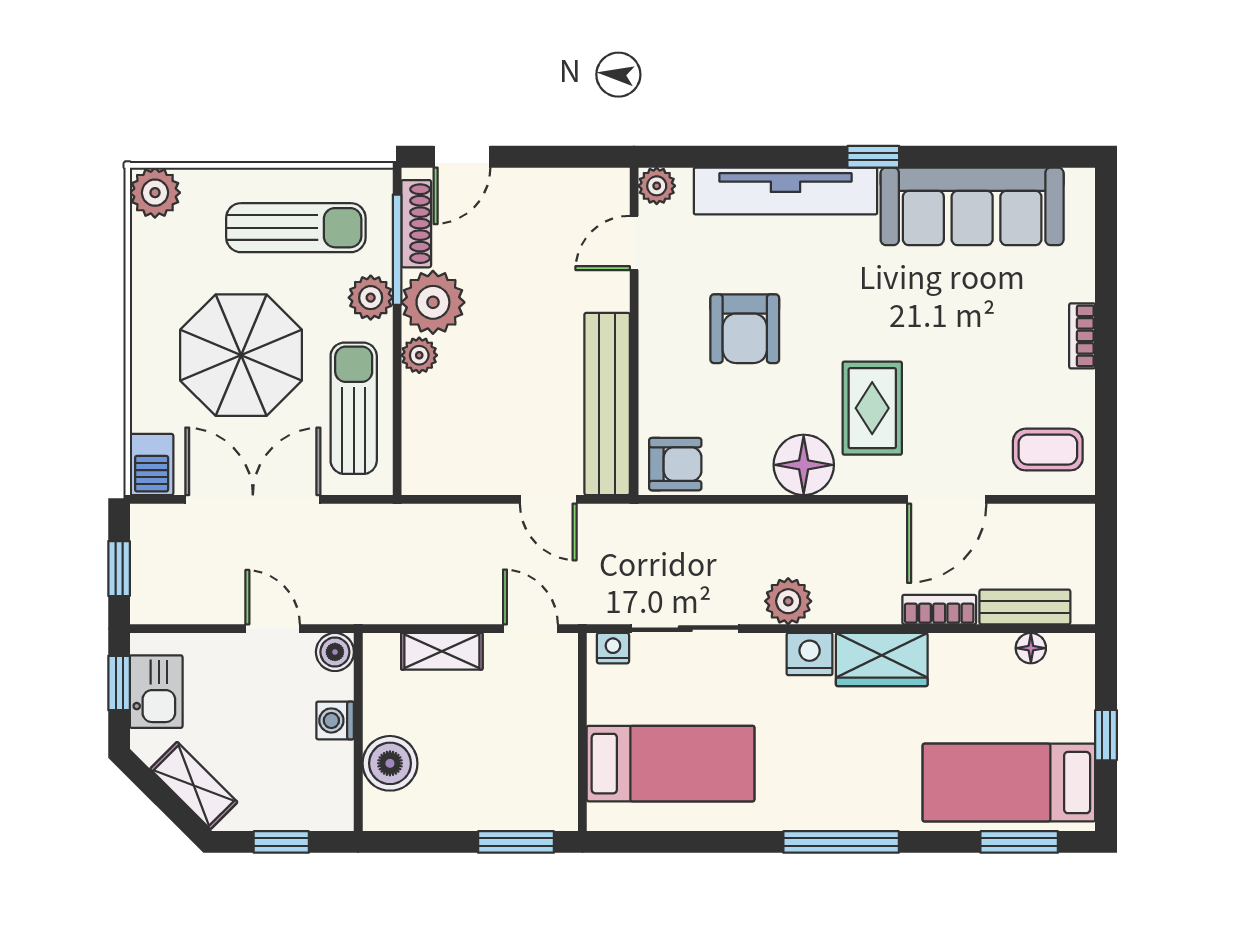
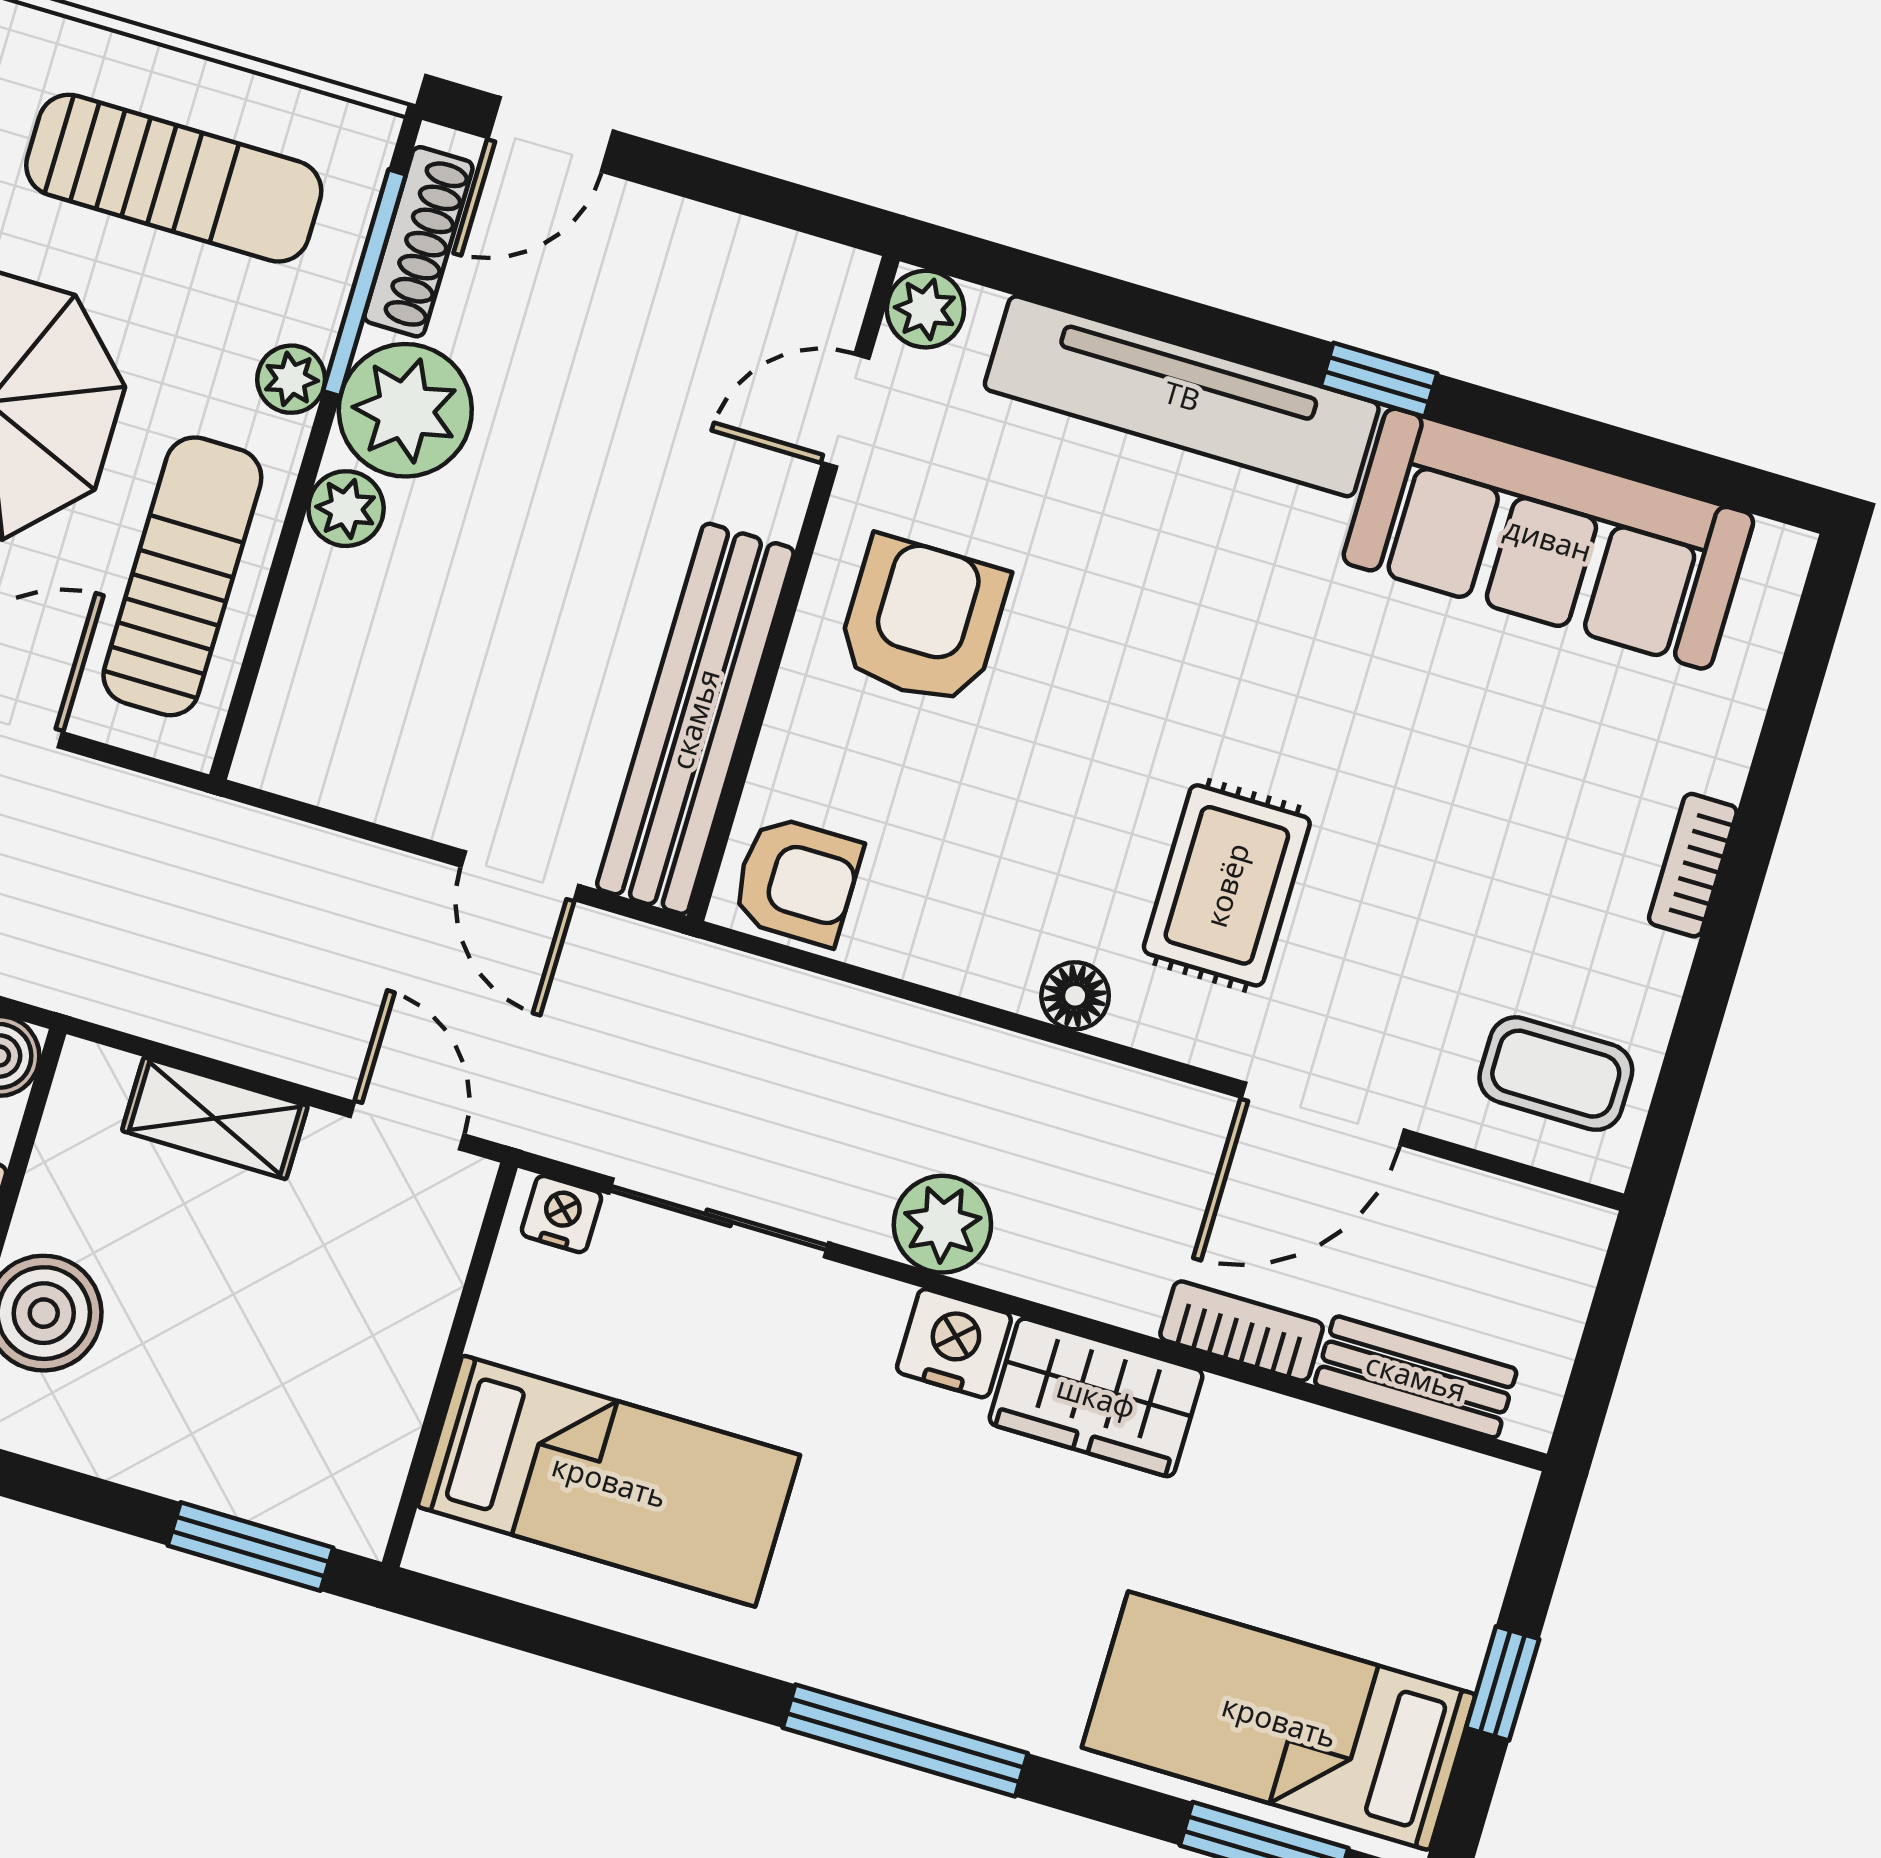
plant: (371, 298) -> (291, 379), width x0.73, depth x0.73
armchair: (745, 329) -> (923, 621), moved, turned 180
floor lamp: (804, 465) -> (1075, 996), width x0.53, depth x0.53
floor lamp: (1031, 648) -> (1403, 1463), removed

